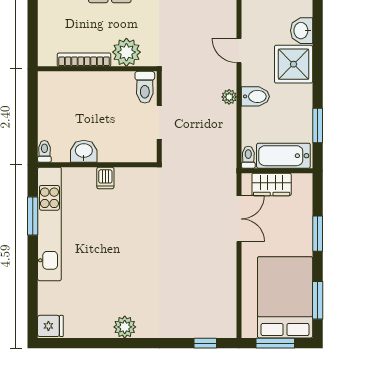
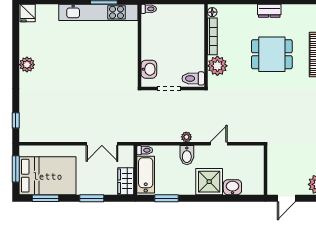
floor lamp: (49, 60) -> (212, 12), added
washbasin: (84, 151) -> (149, 69), moved
dishwasher: (105, 178) -> (130, 51), removed
wardrobe: (272, 184) -> (126, 181), moved

